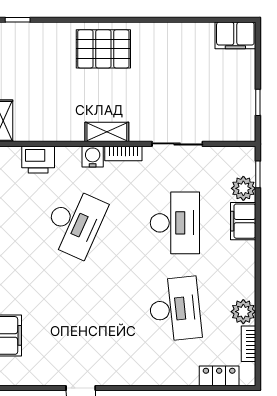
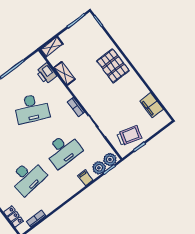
filing cabinet: (235, 35) -> (152, 105), moved
trolley: (229, 105) -> (129, 136), added
shelving: (107, 132) -> (64, 73), moved
water cooler: (93, 157) -> (65, 95), removed
filing cabinet: (243, 221) -> (85, 178), width x0.50
plant: (243, 312) -> (110, 159), moved

